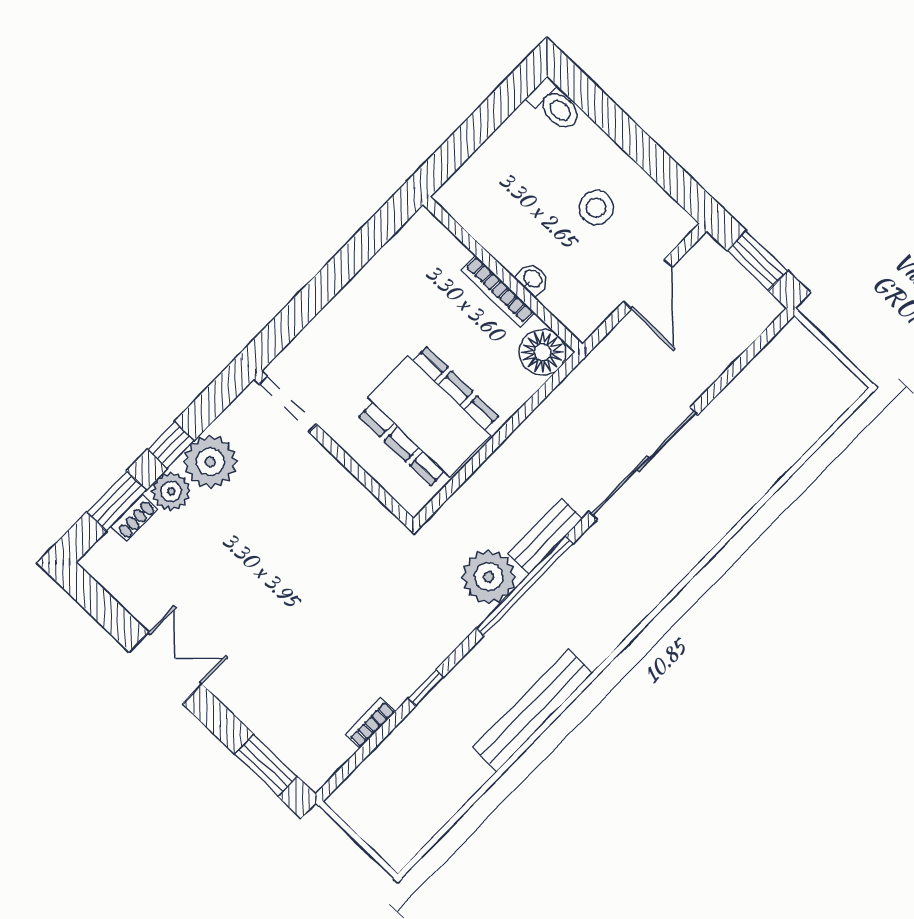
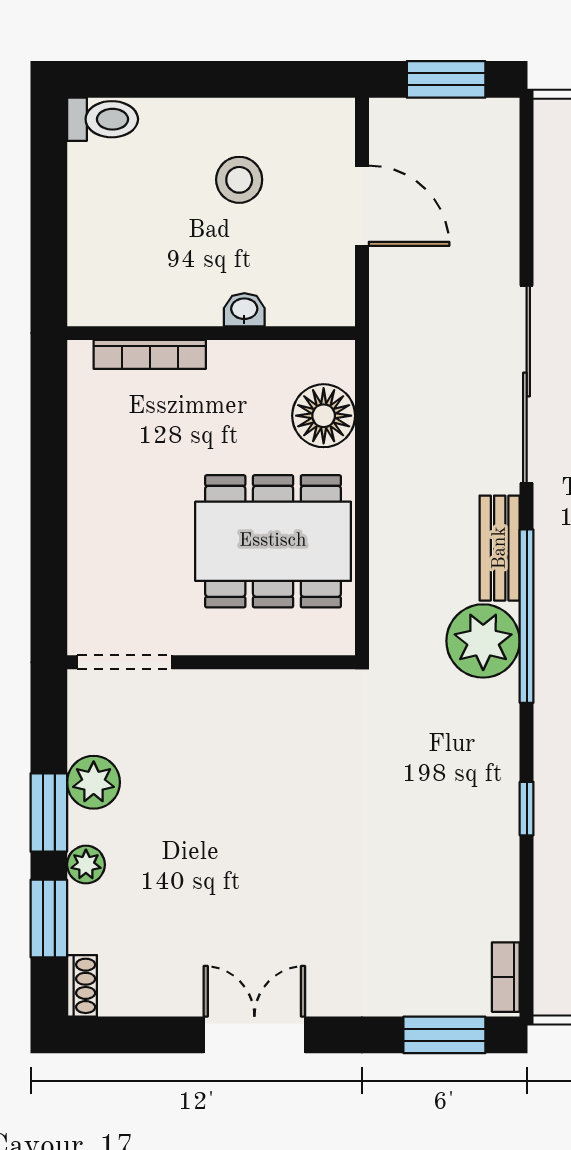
bookcase: (498, 291) -> (150, 354), moved
floor lamp: (543, 352) -> (324, 416), moved
window: (171, 445) -> (49, 813), width x1.50
plant: (210, 462) -> (94, 782), width x0.73, depth x0.73
plant: (171, 491) -> (86, 865), width x0.73, depth x0.73
shoe rack: (134, 518) -> (82, 986), moved
bookcase: (371, 723) -> (506, 977), moved

